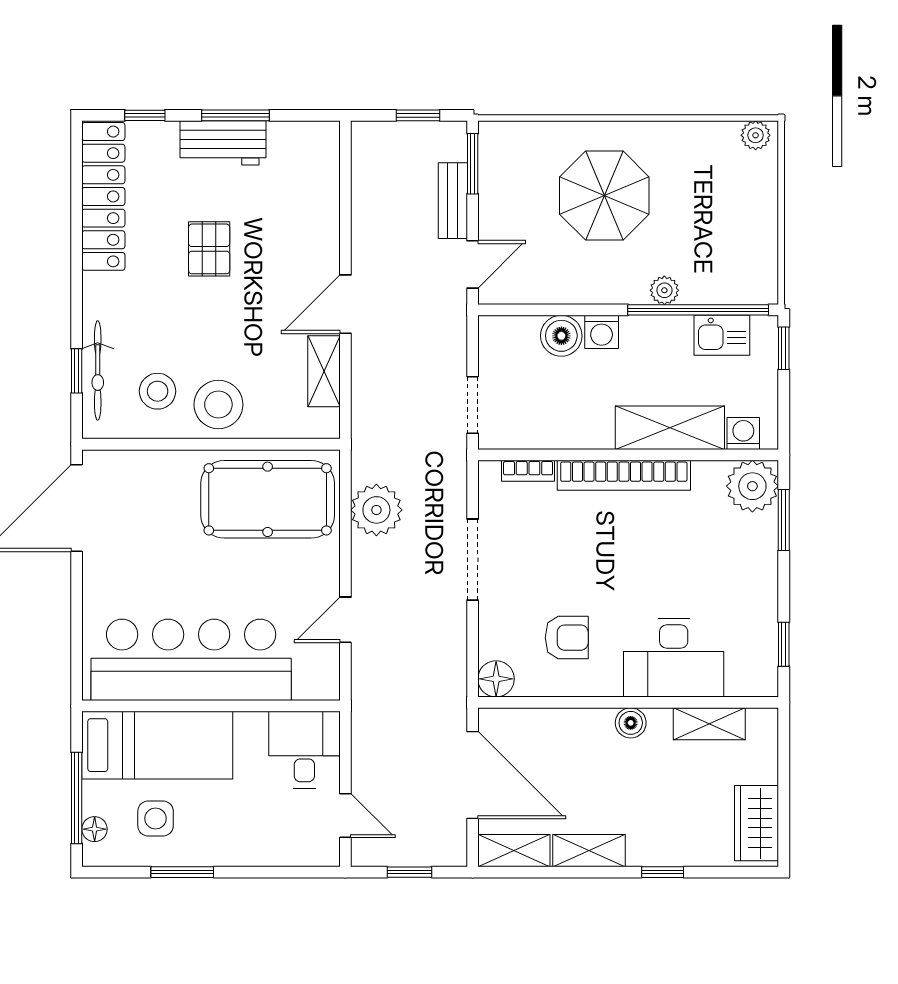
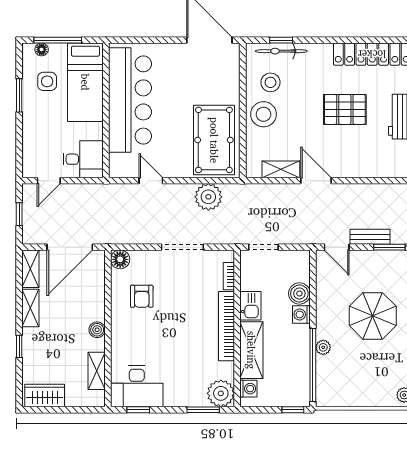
pallet: (209, 249) -> (345, 109), width x1.50, depth x1.42
kitchen sink: (722, 335) -> (250, 306), moved, turned 180
desk: (674, 658) -> (137, 386), moved, turned -90

